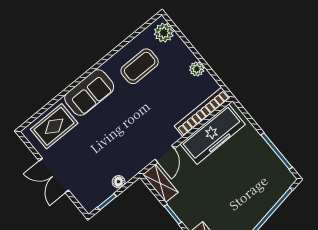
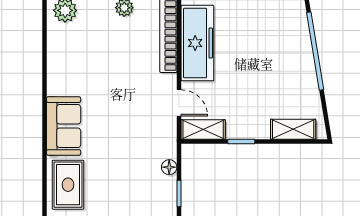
coffee table: (140, 66) -> (78, 59), removed

